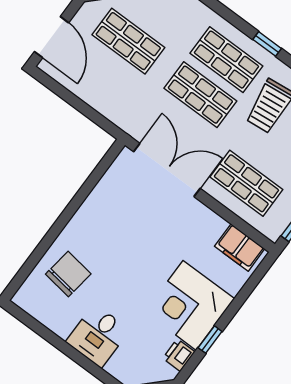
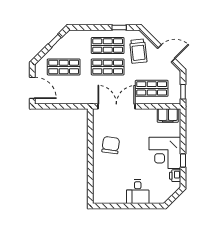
chair: (68, 274) -> (111, 145), moved

